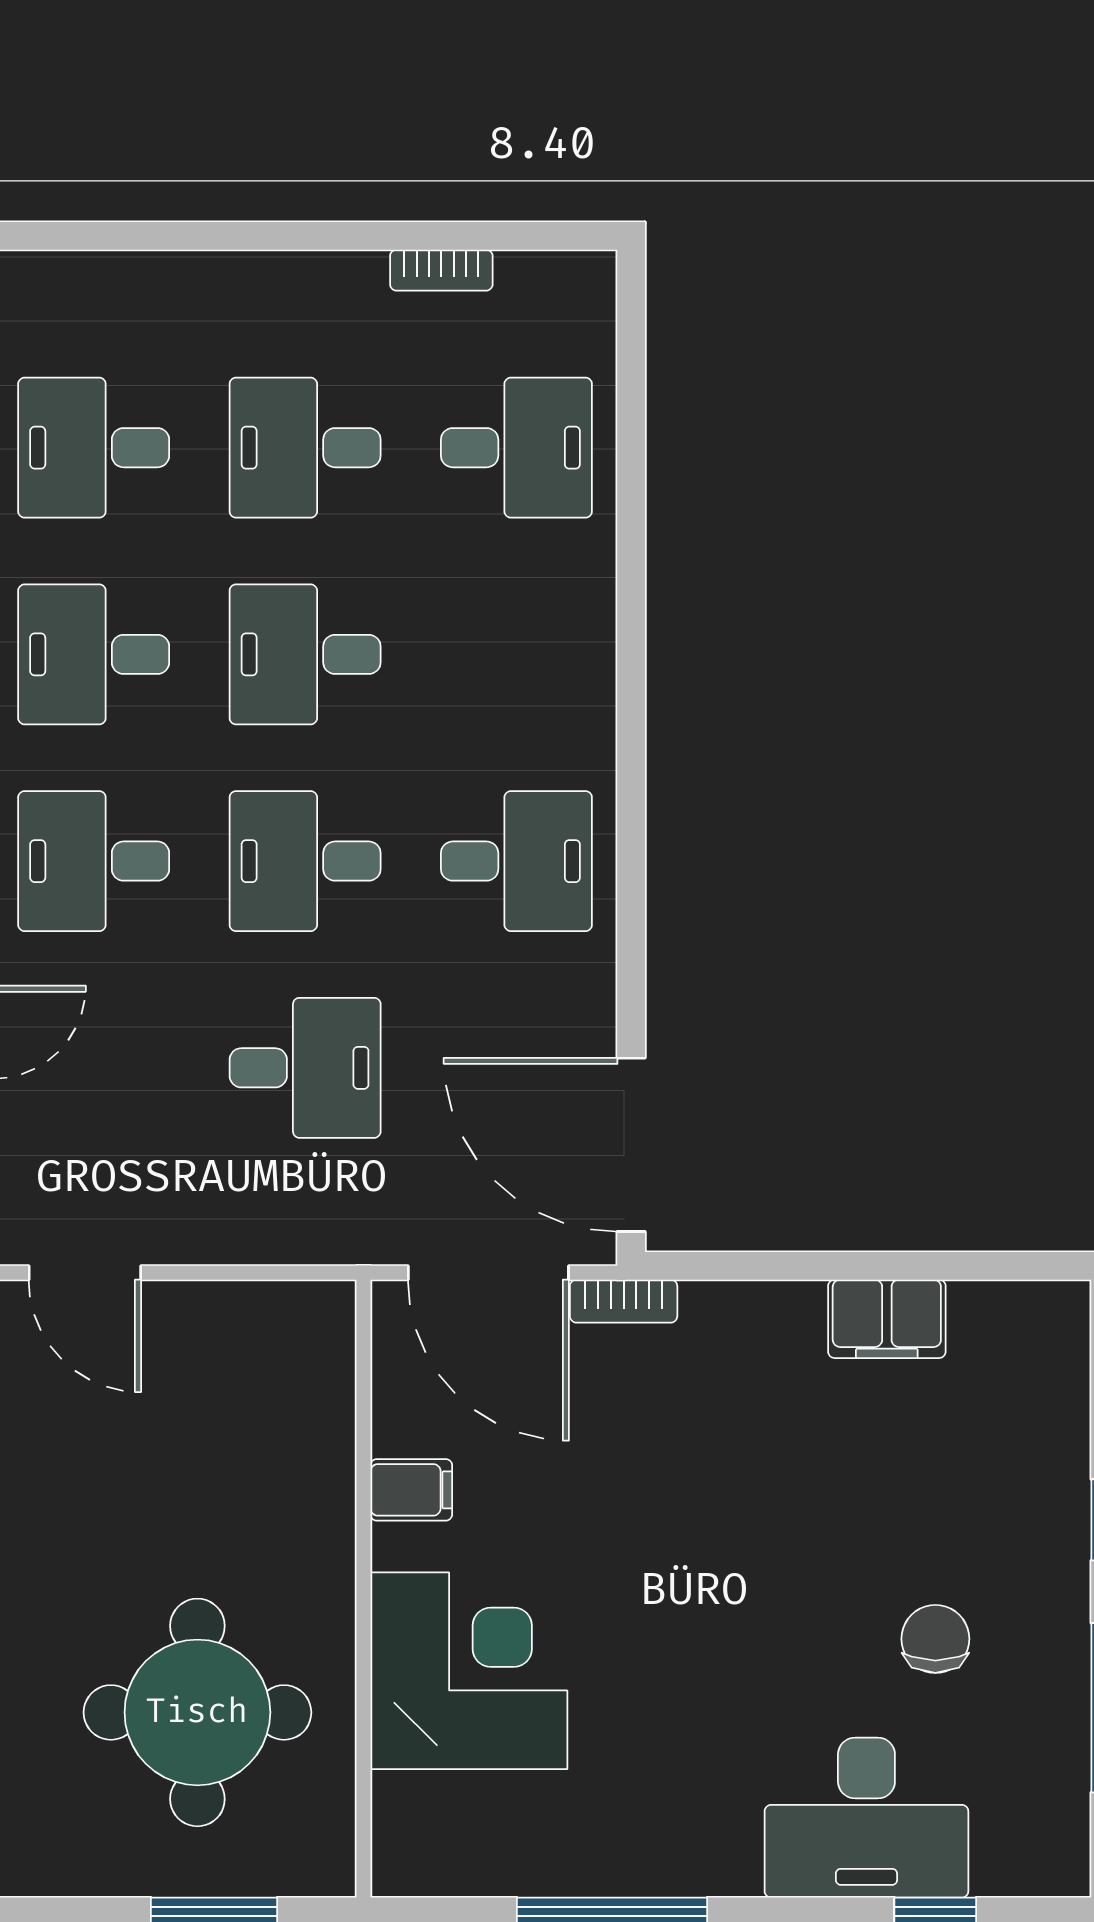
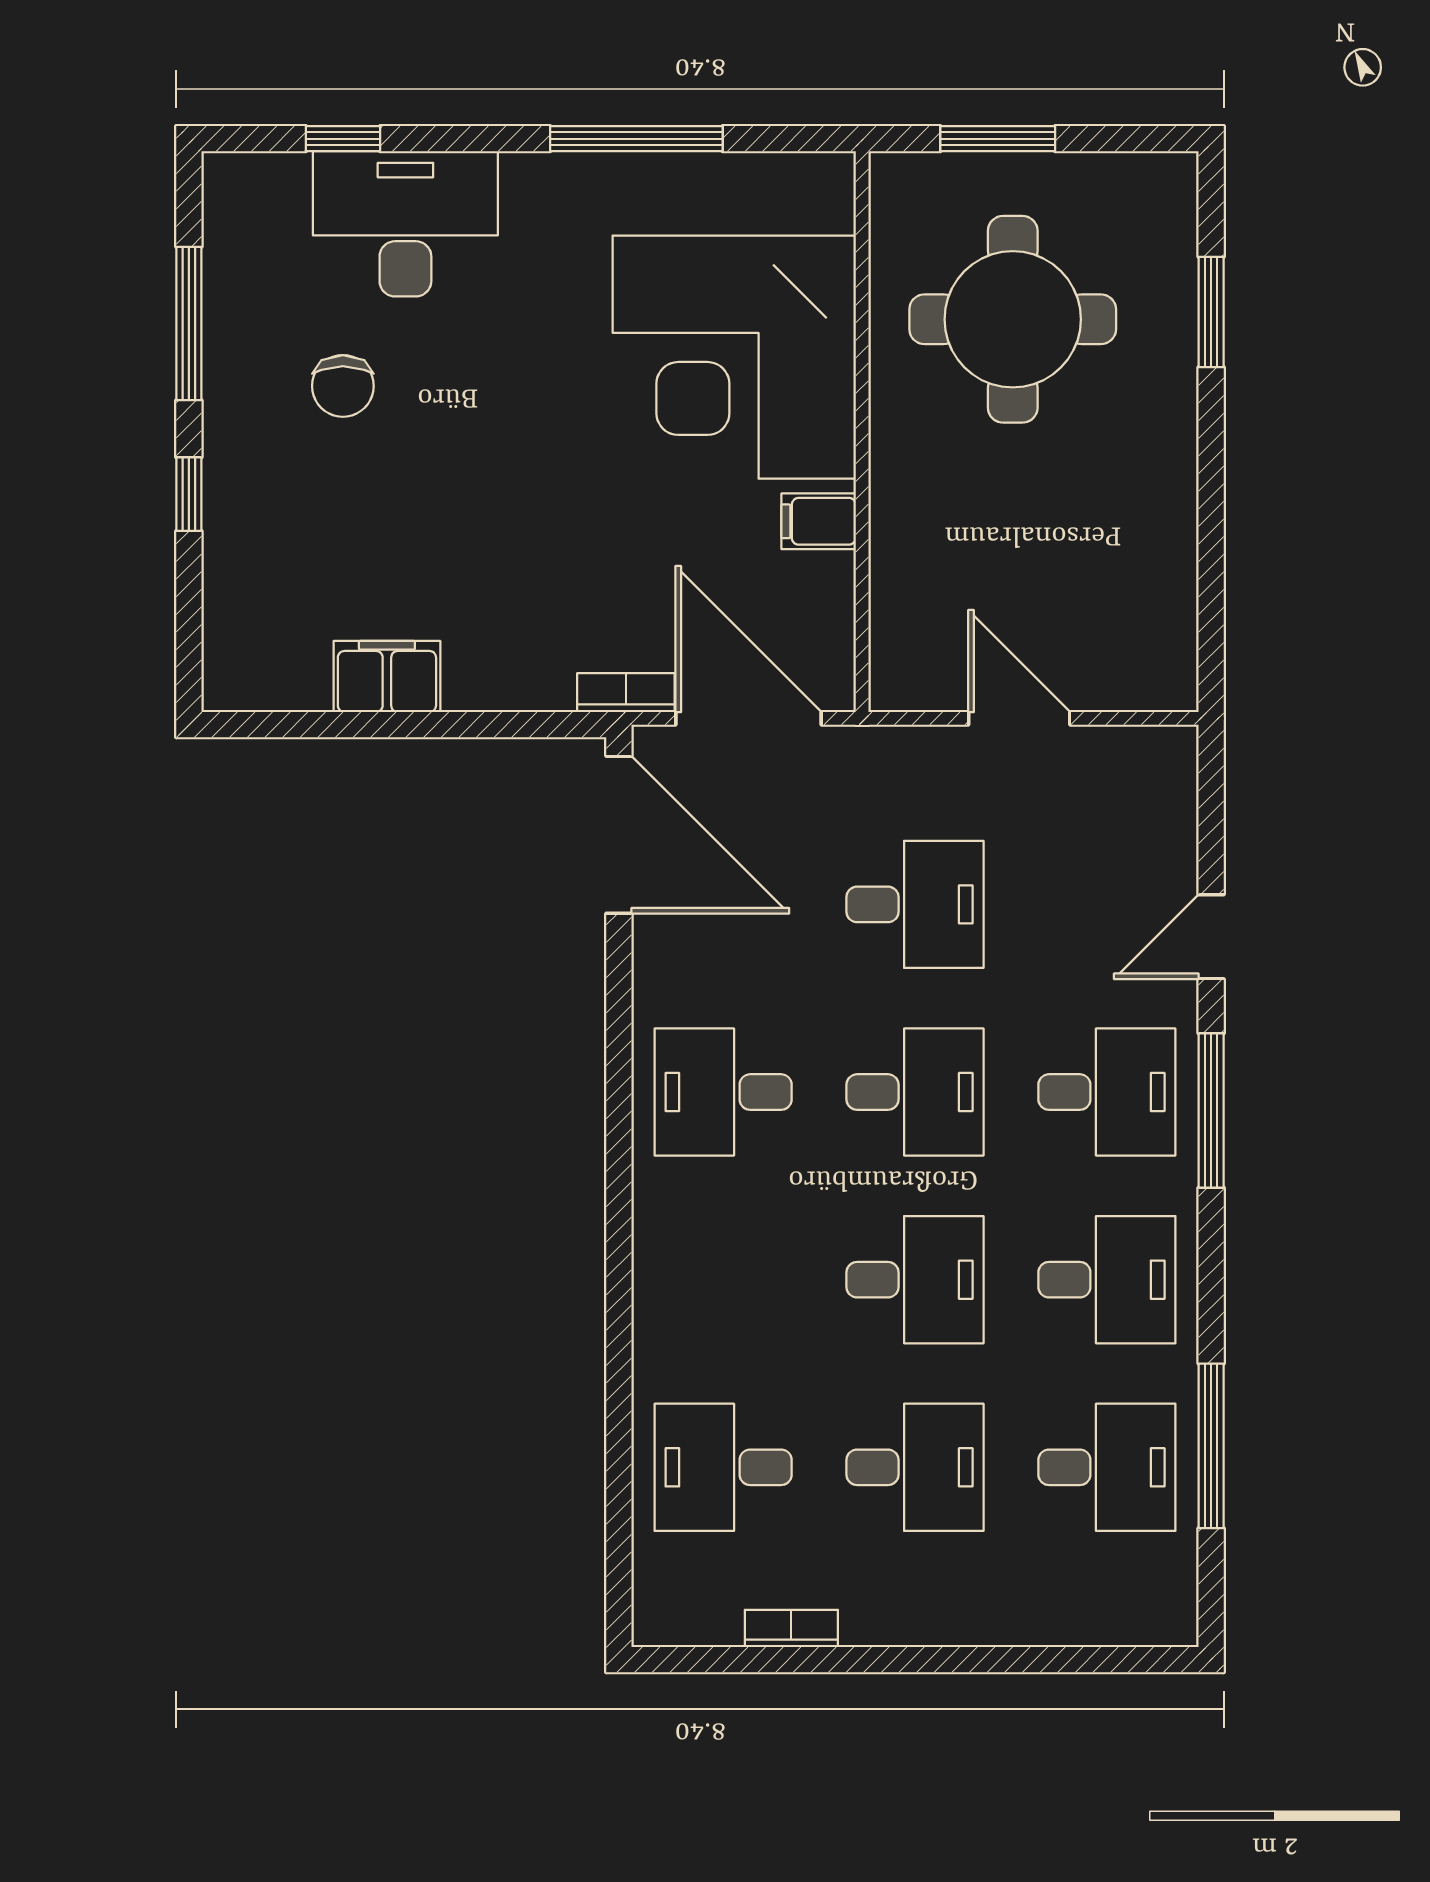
desk: (305, 1068) -> (915, 904), turned 180
door: (85, 1273) -> (1019, 718), moved
corner desk: (469, 1671) -> (734, 357), width x1.36, depth x1.36

